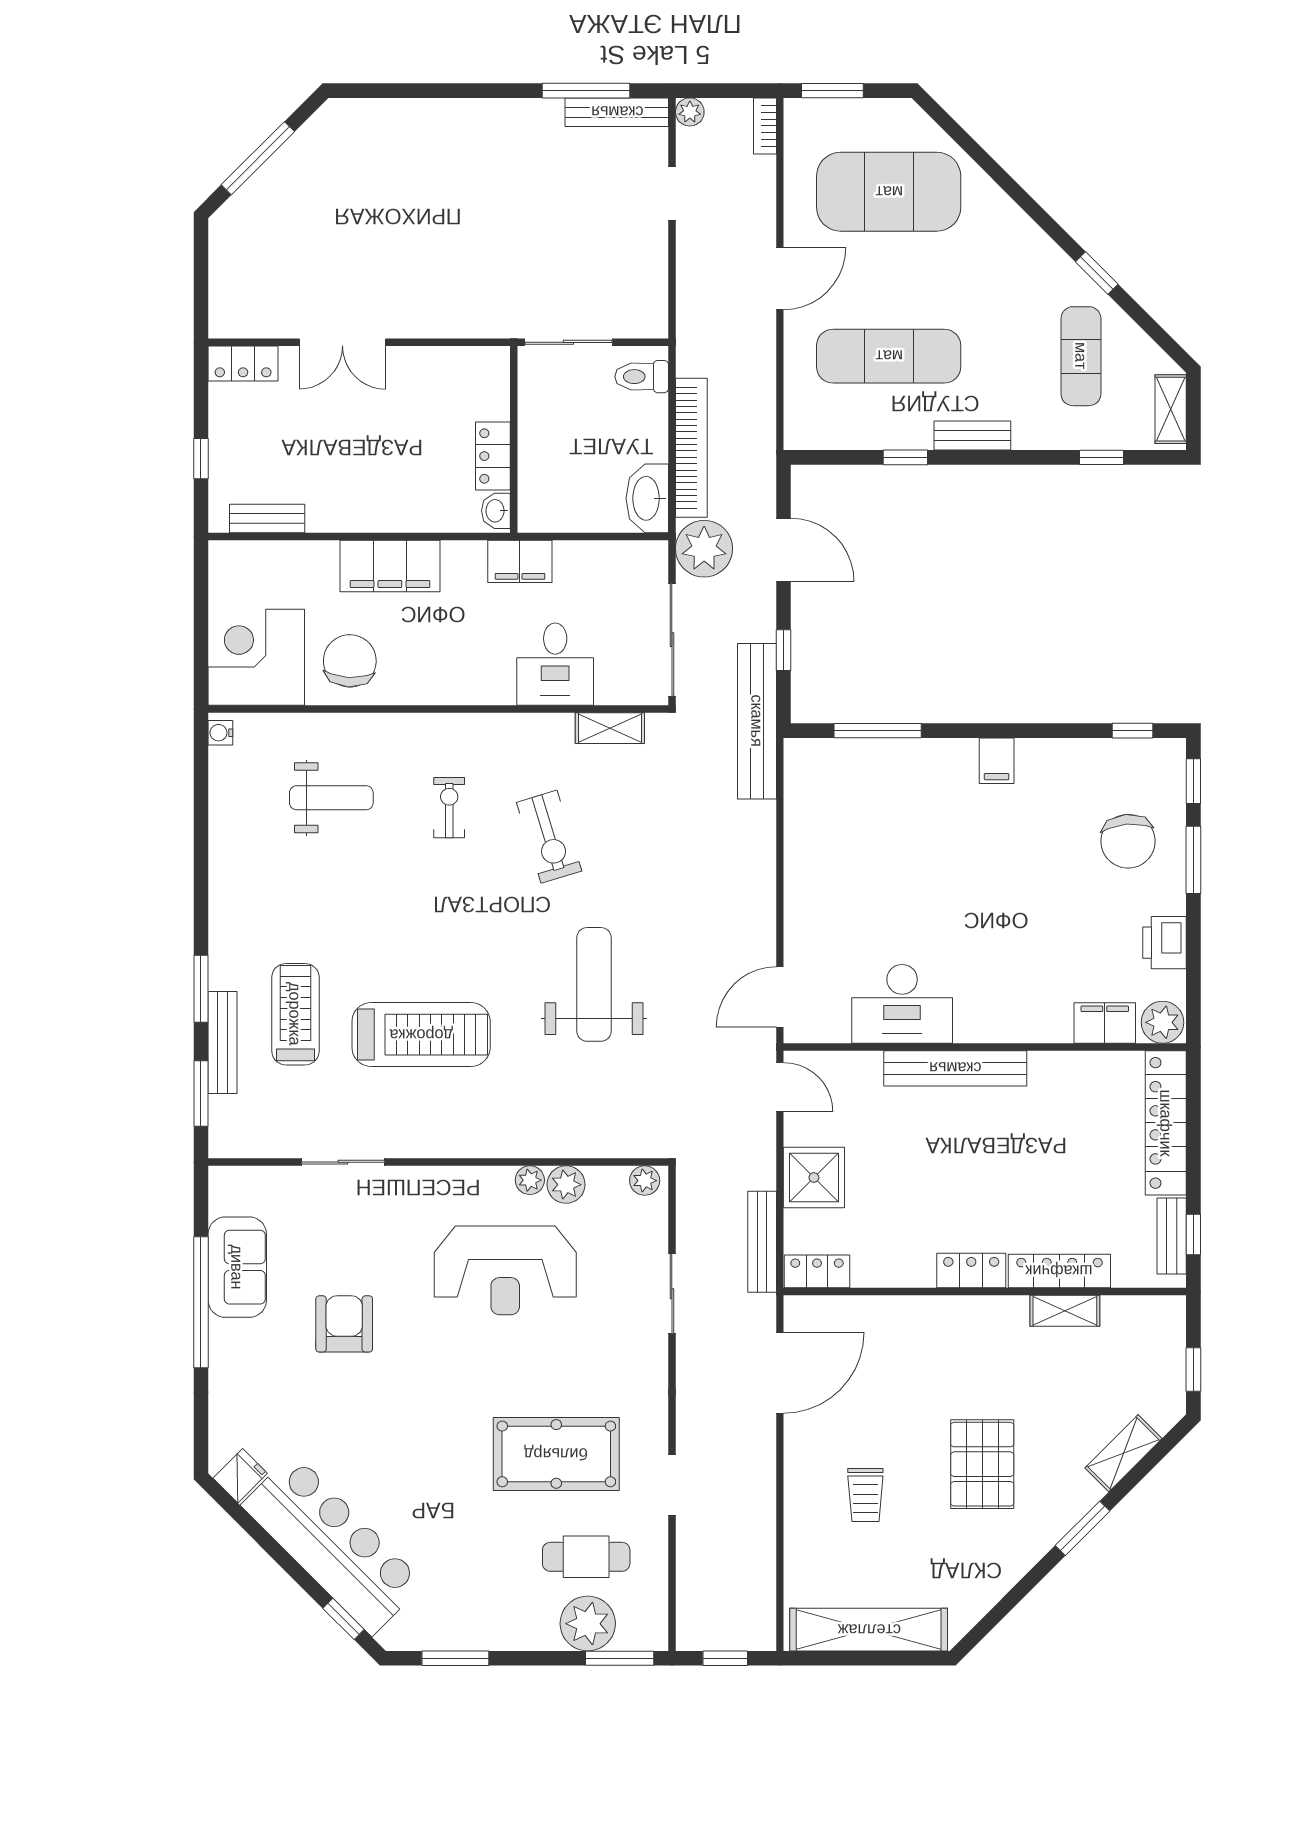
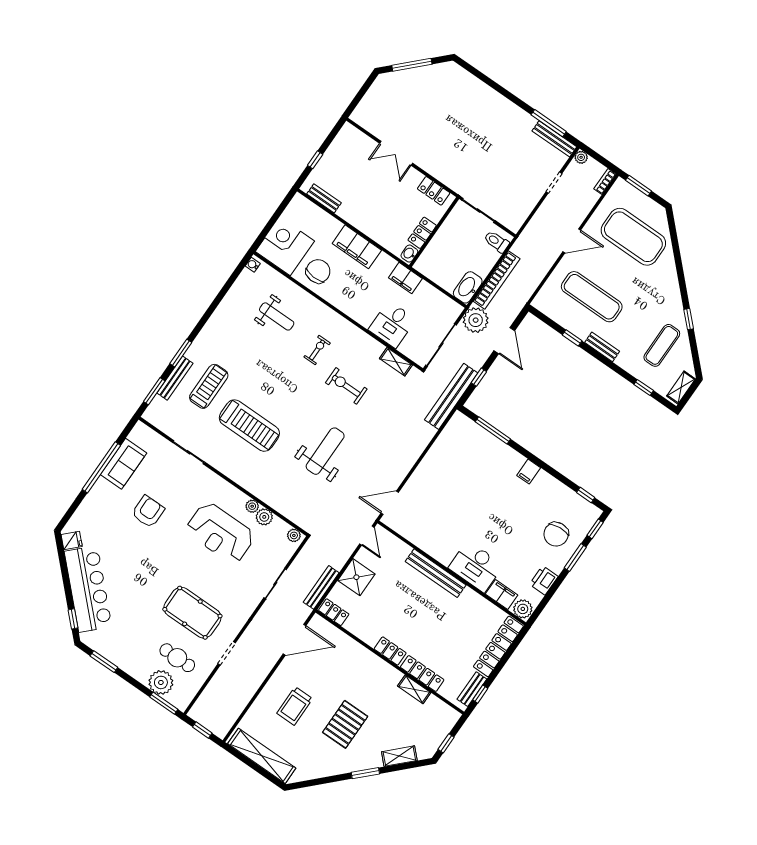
locker: (243, 363) -> (434, 191), moved
exercise bike: (549, 837) -> (346, 386), turned 107
desk: (902, 1004) -> (476, 566), moved
trolley: (865, 1495) -> (295, 706), width x1.36, depth x1.39

